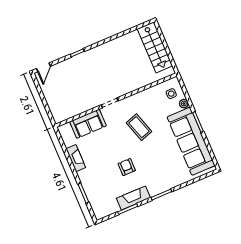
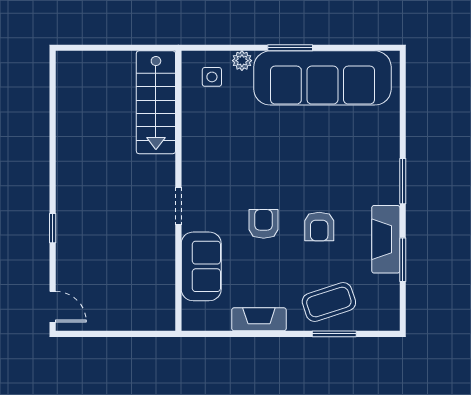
stairs: (155, 47) -> (156, 102), moved, turned 90
coffee table: (139, 127) -> (329, 302), moved
armchair: (118, 143) -> (264, 224), added
armchair: (127, 167) -> (319, 226), turned -90

